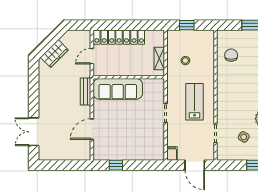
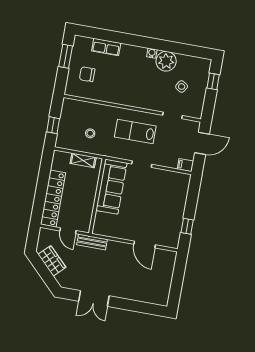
wardrobe: (54, 54) -> (52, 261), moved
chair: (231, 55) -> (87, 74), moved
sofa: (118, 89) -> (111, 187), moved
bench: (86, 92) -> (92, 242), moved
double door: (34, 132) -> (94, 299), moved

